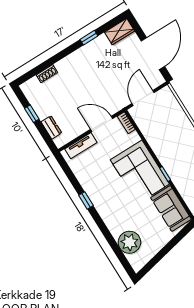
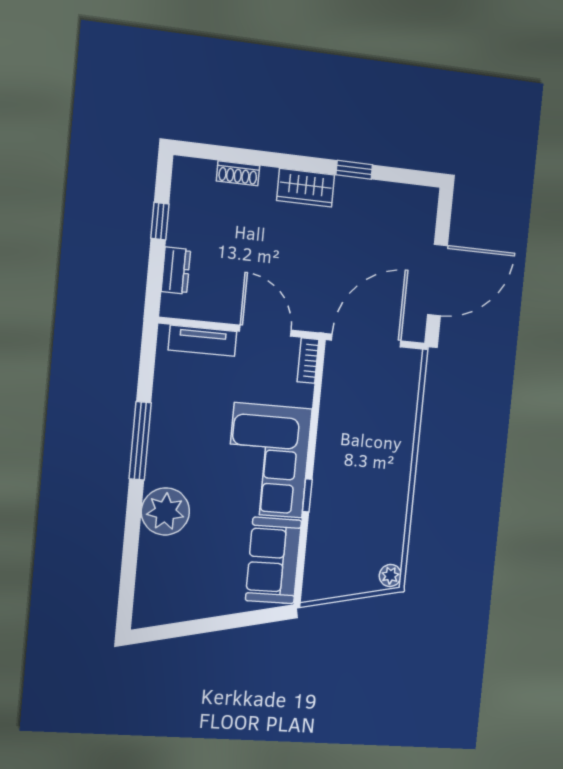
wardrobe: (120, 32) -> (306, 188), moved
door: (143, 98) -> (366, 341), width x1.36
window: (86, 200) -> (140, 441), width x2.17
plant: (129, 242) -> (165, 511), moved

